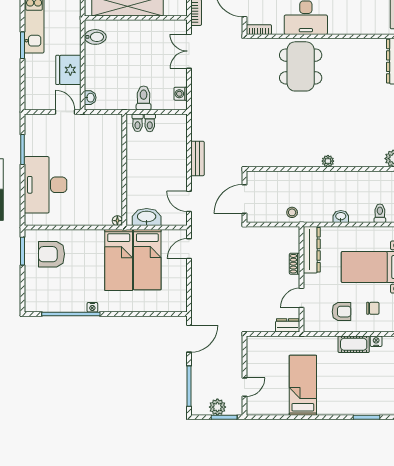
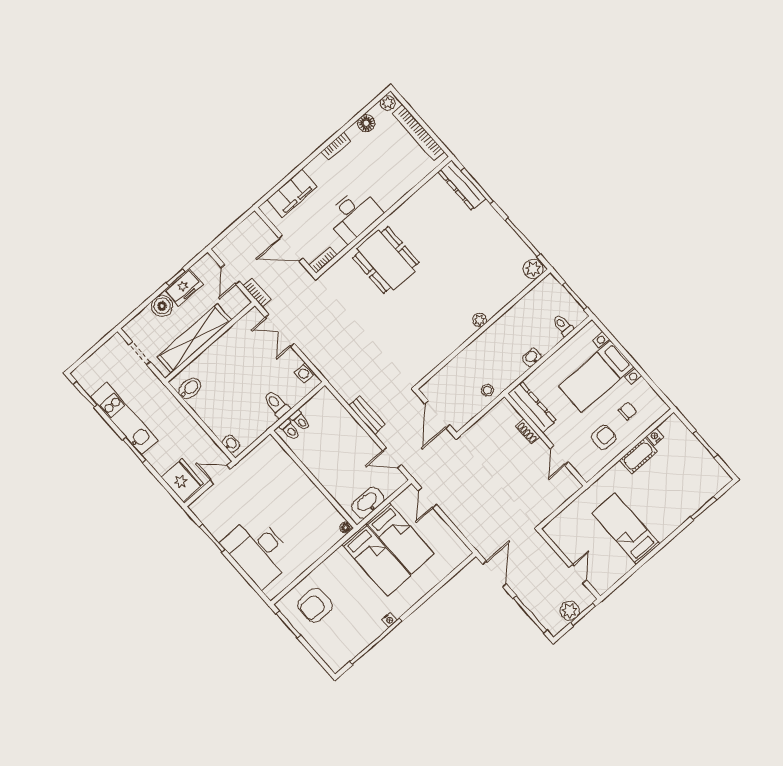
fridge: (68, 70) -> (182, 480), moved, turned 180
dresser: (288, 325) -> (568, 489), removed

